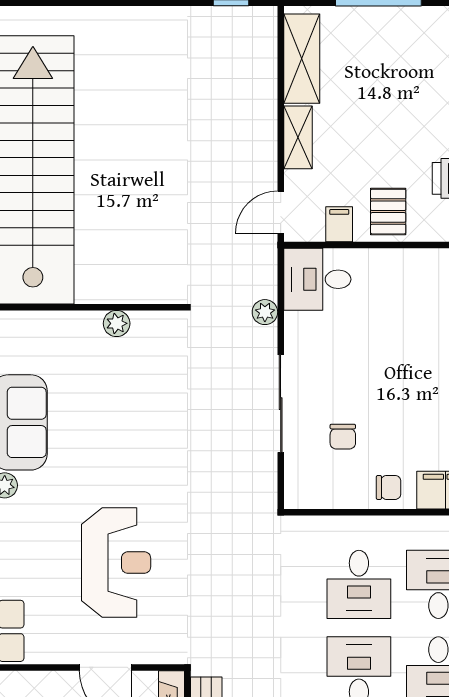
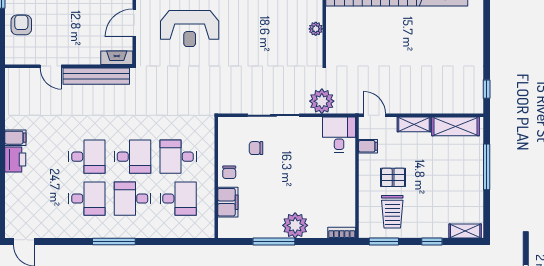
pallet: (388, 212) -> (393, 177), moved
plant: (265, 312) -> (322, 101), width x1.87, depth x1.87

